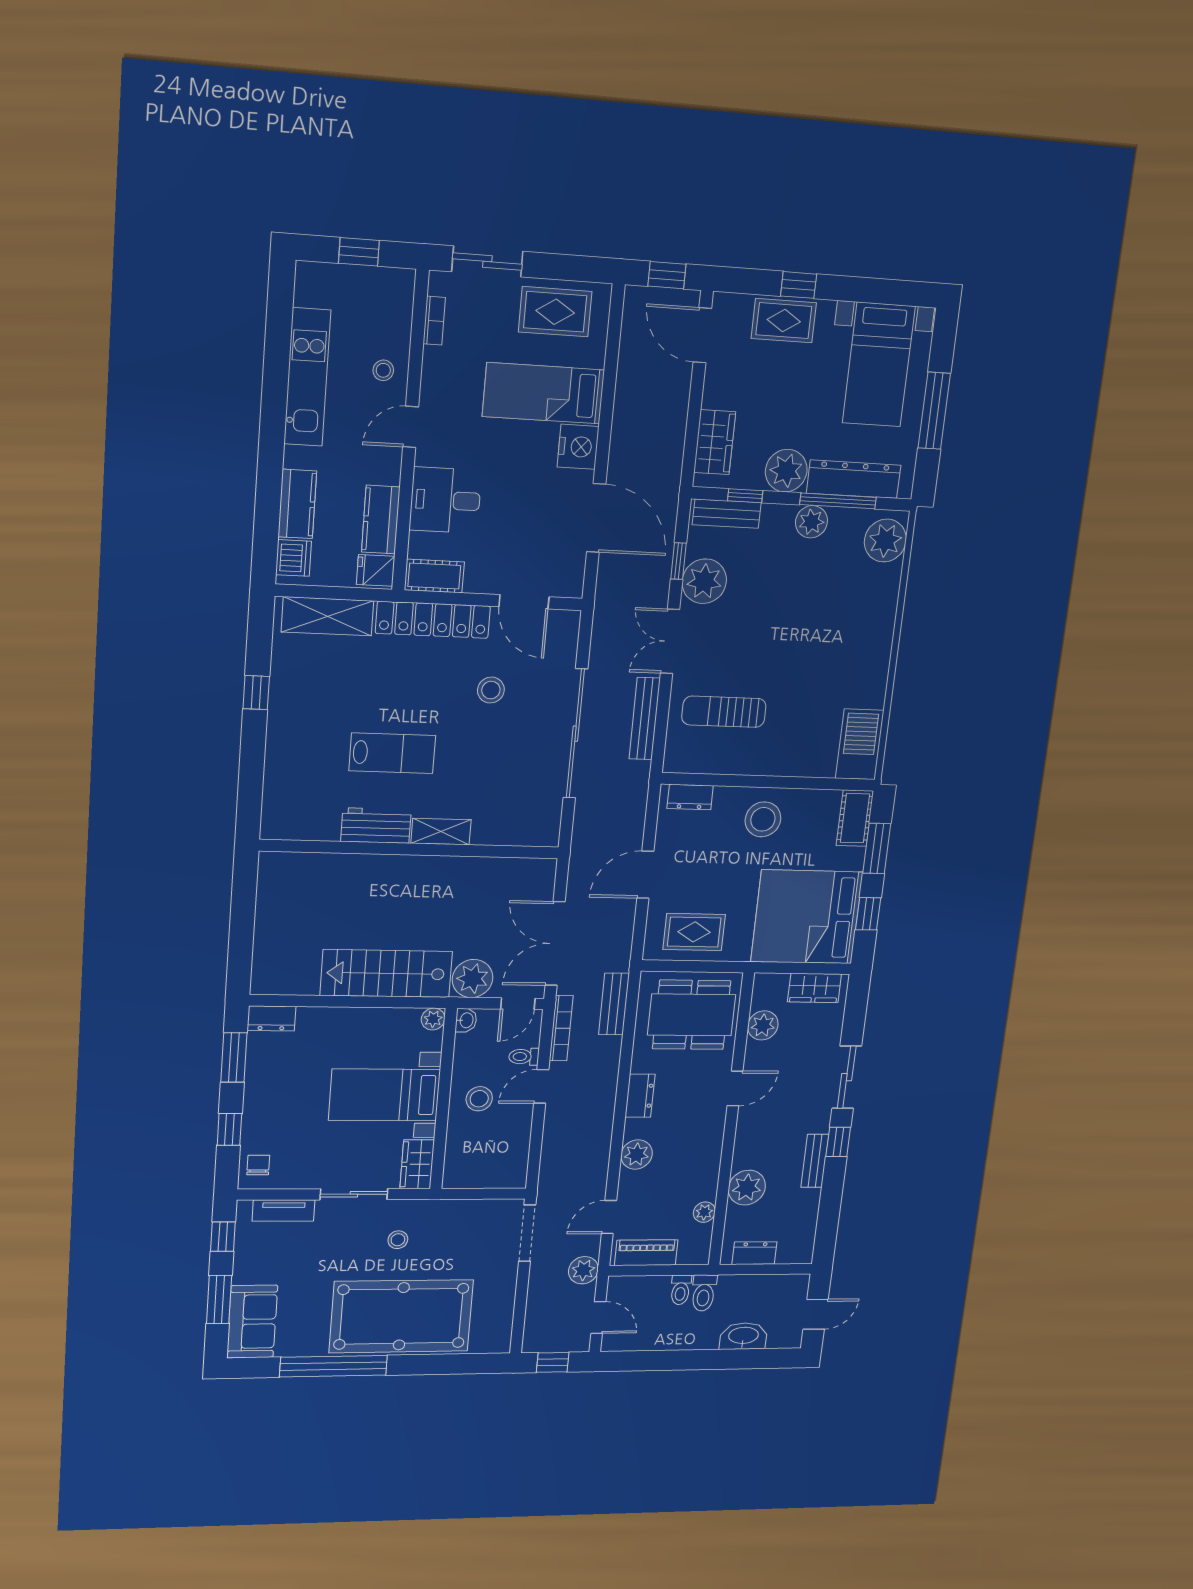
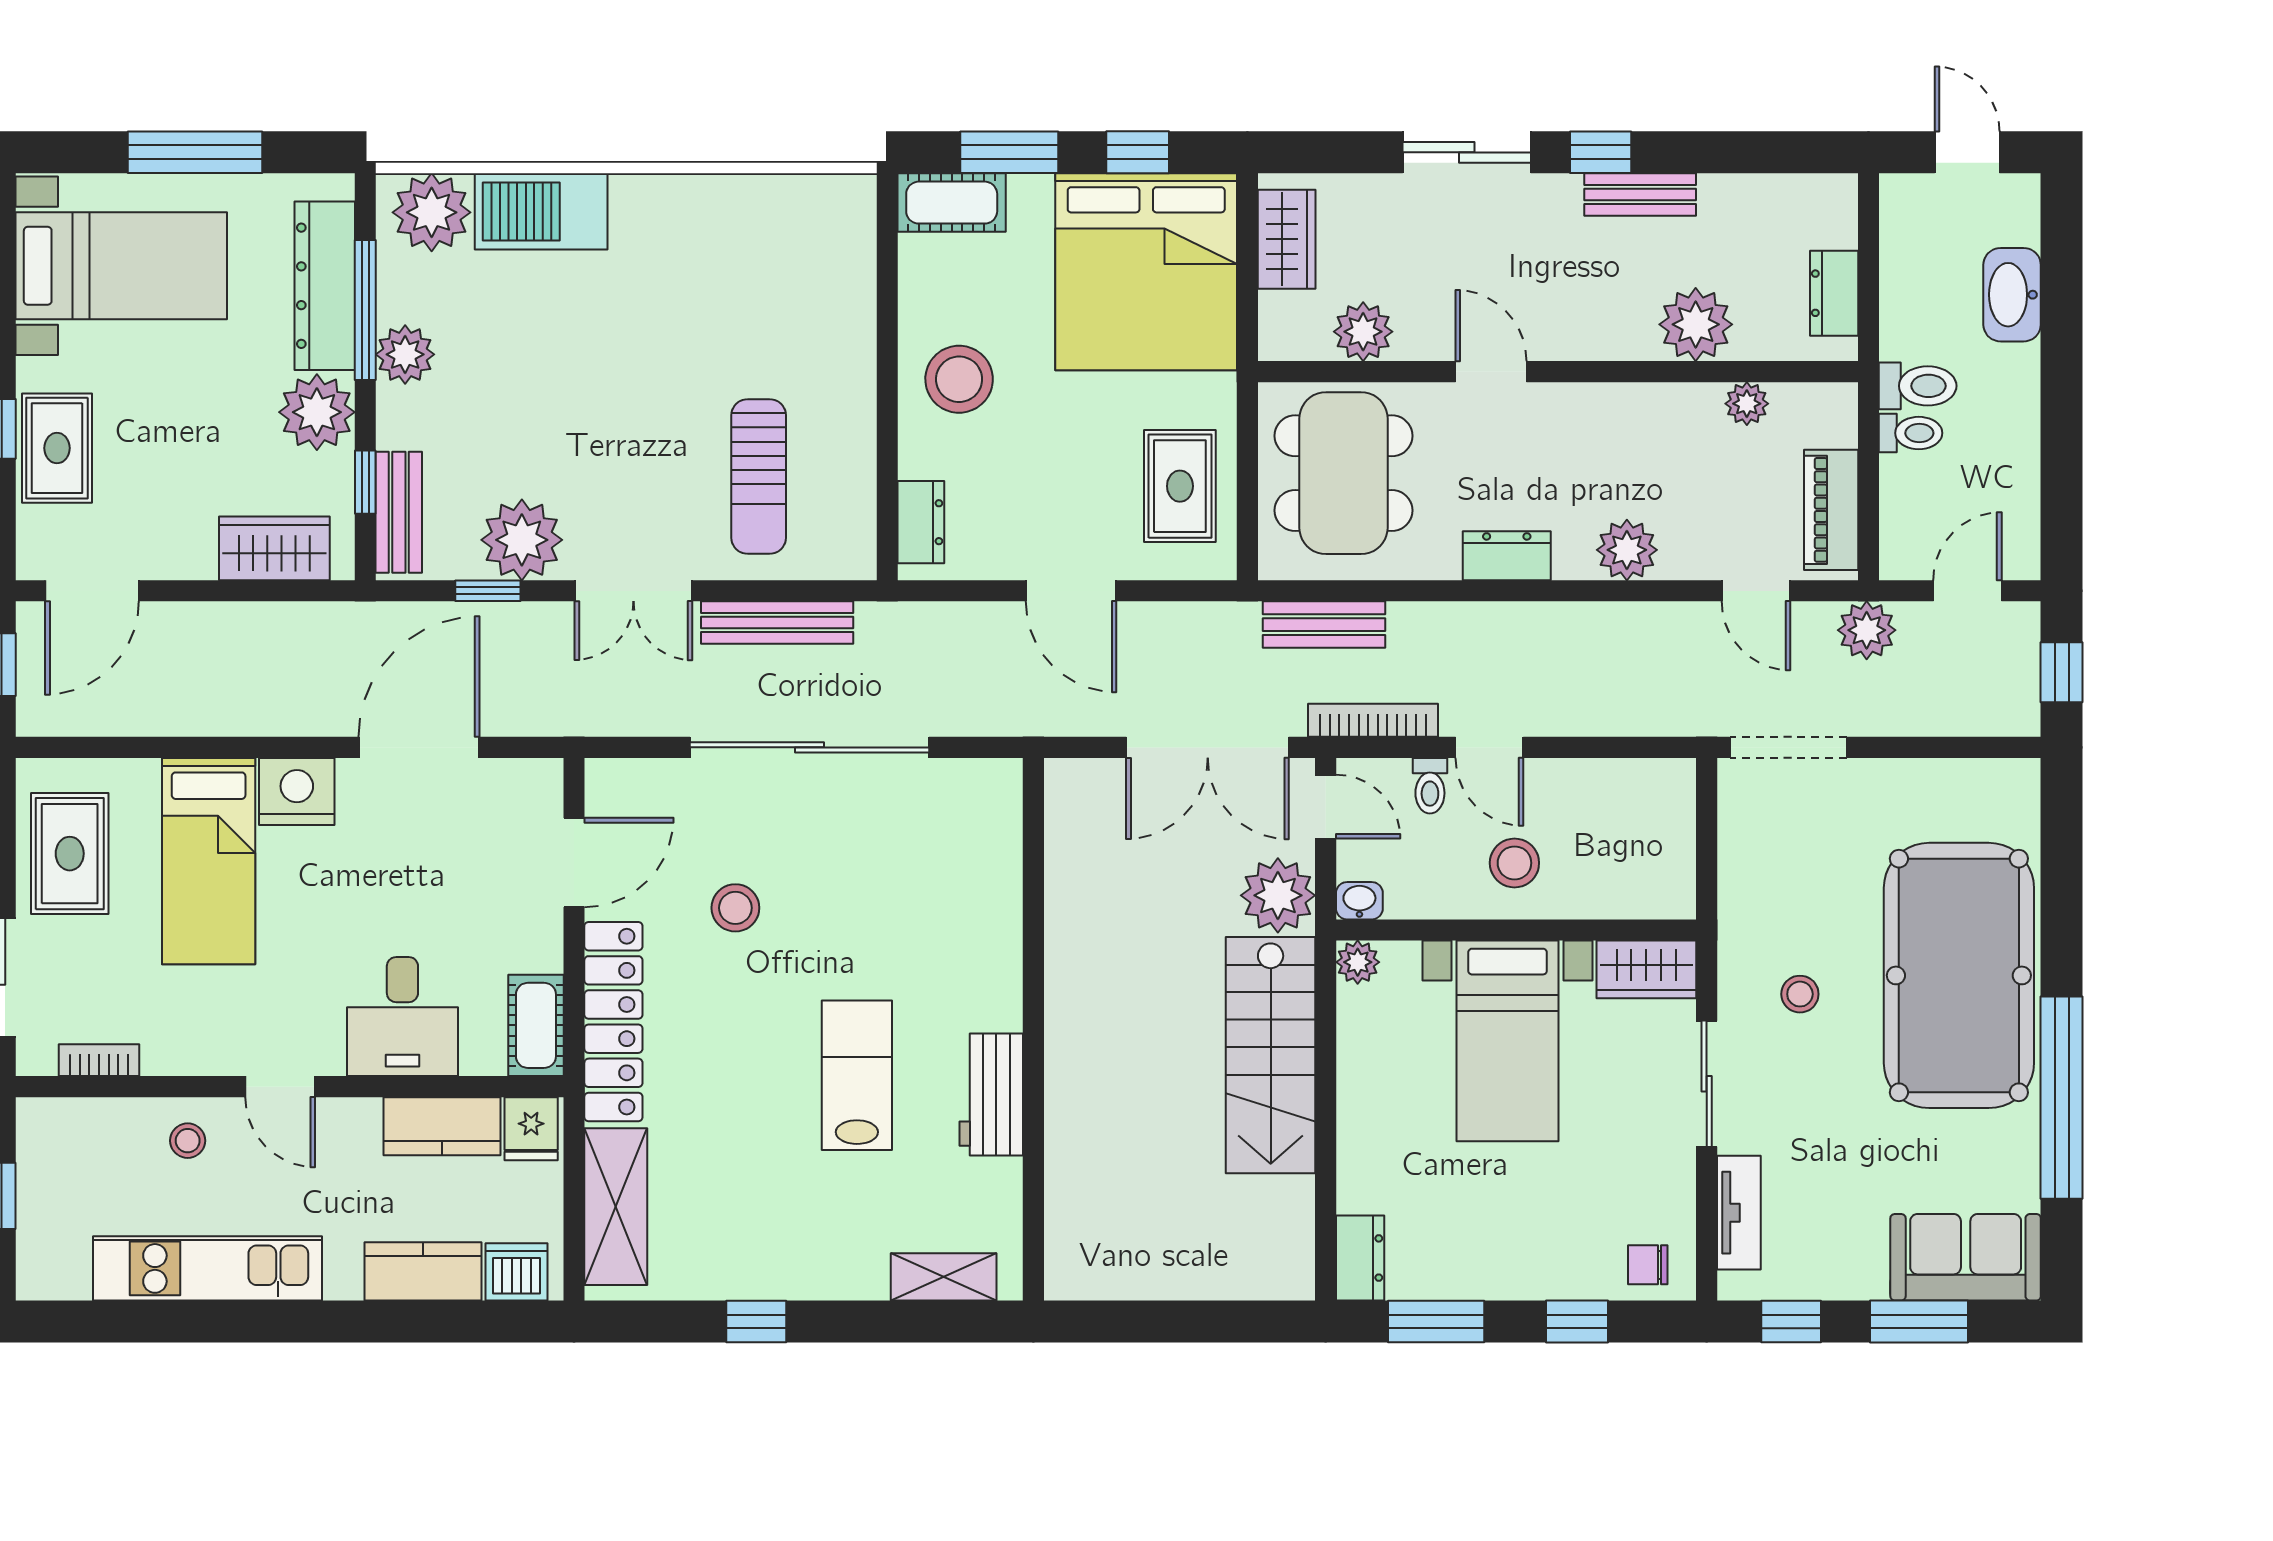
barbecue: (860, 744) -> (541, 211), moved
shelving: (441, 832) -> (944, 1277), moved, turned 90

